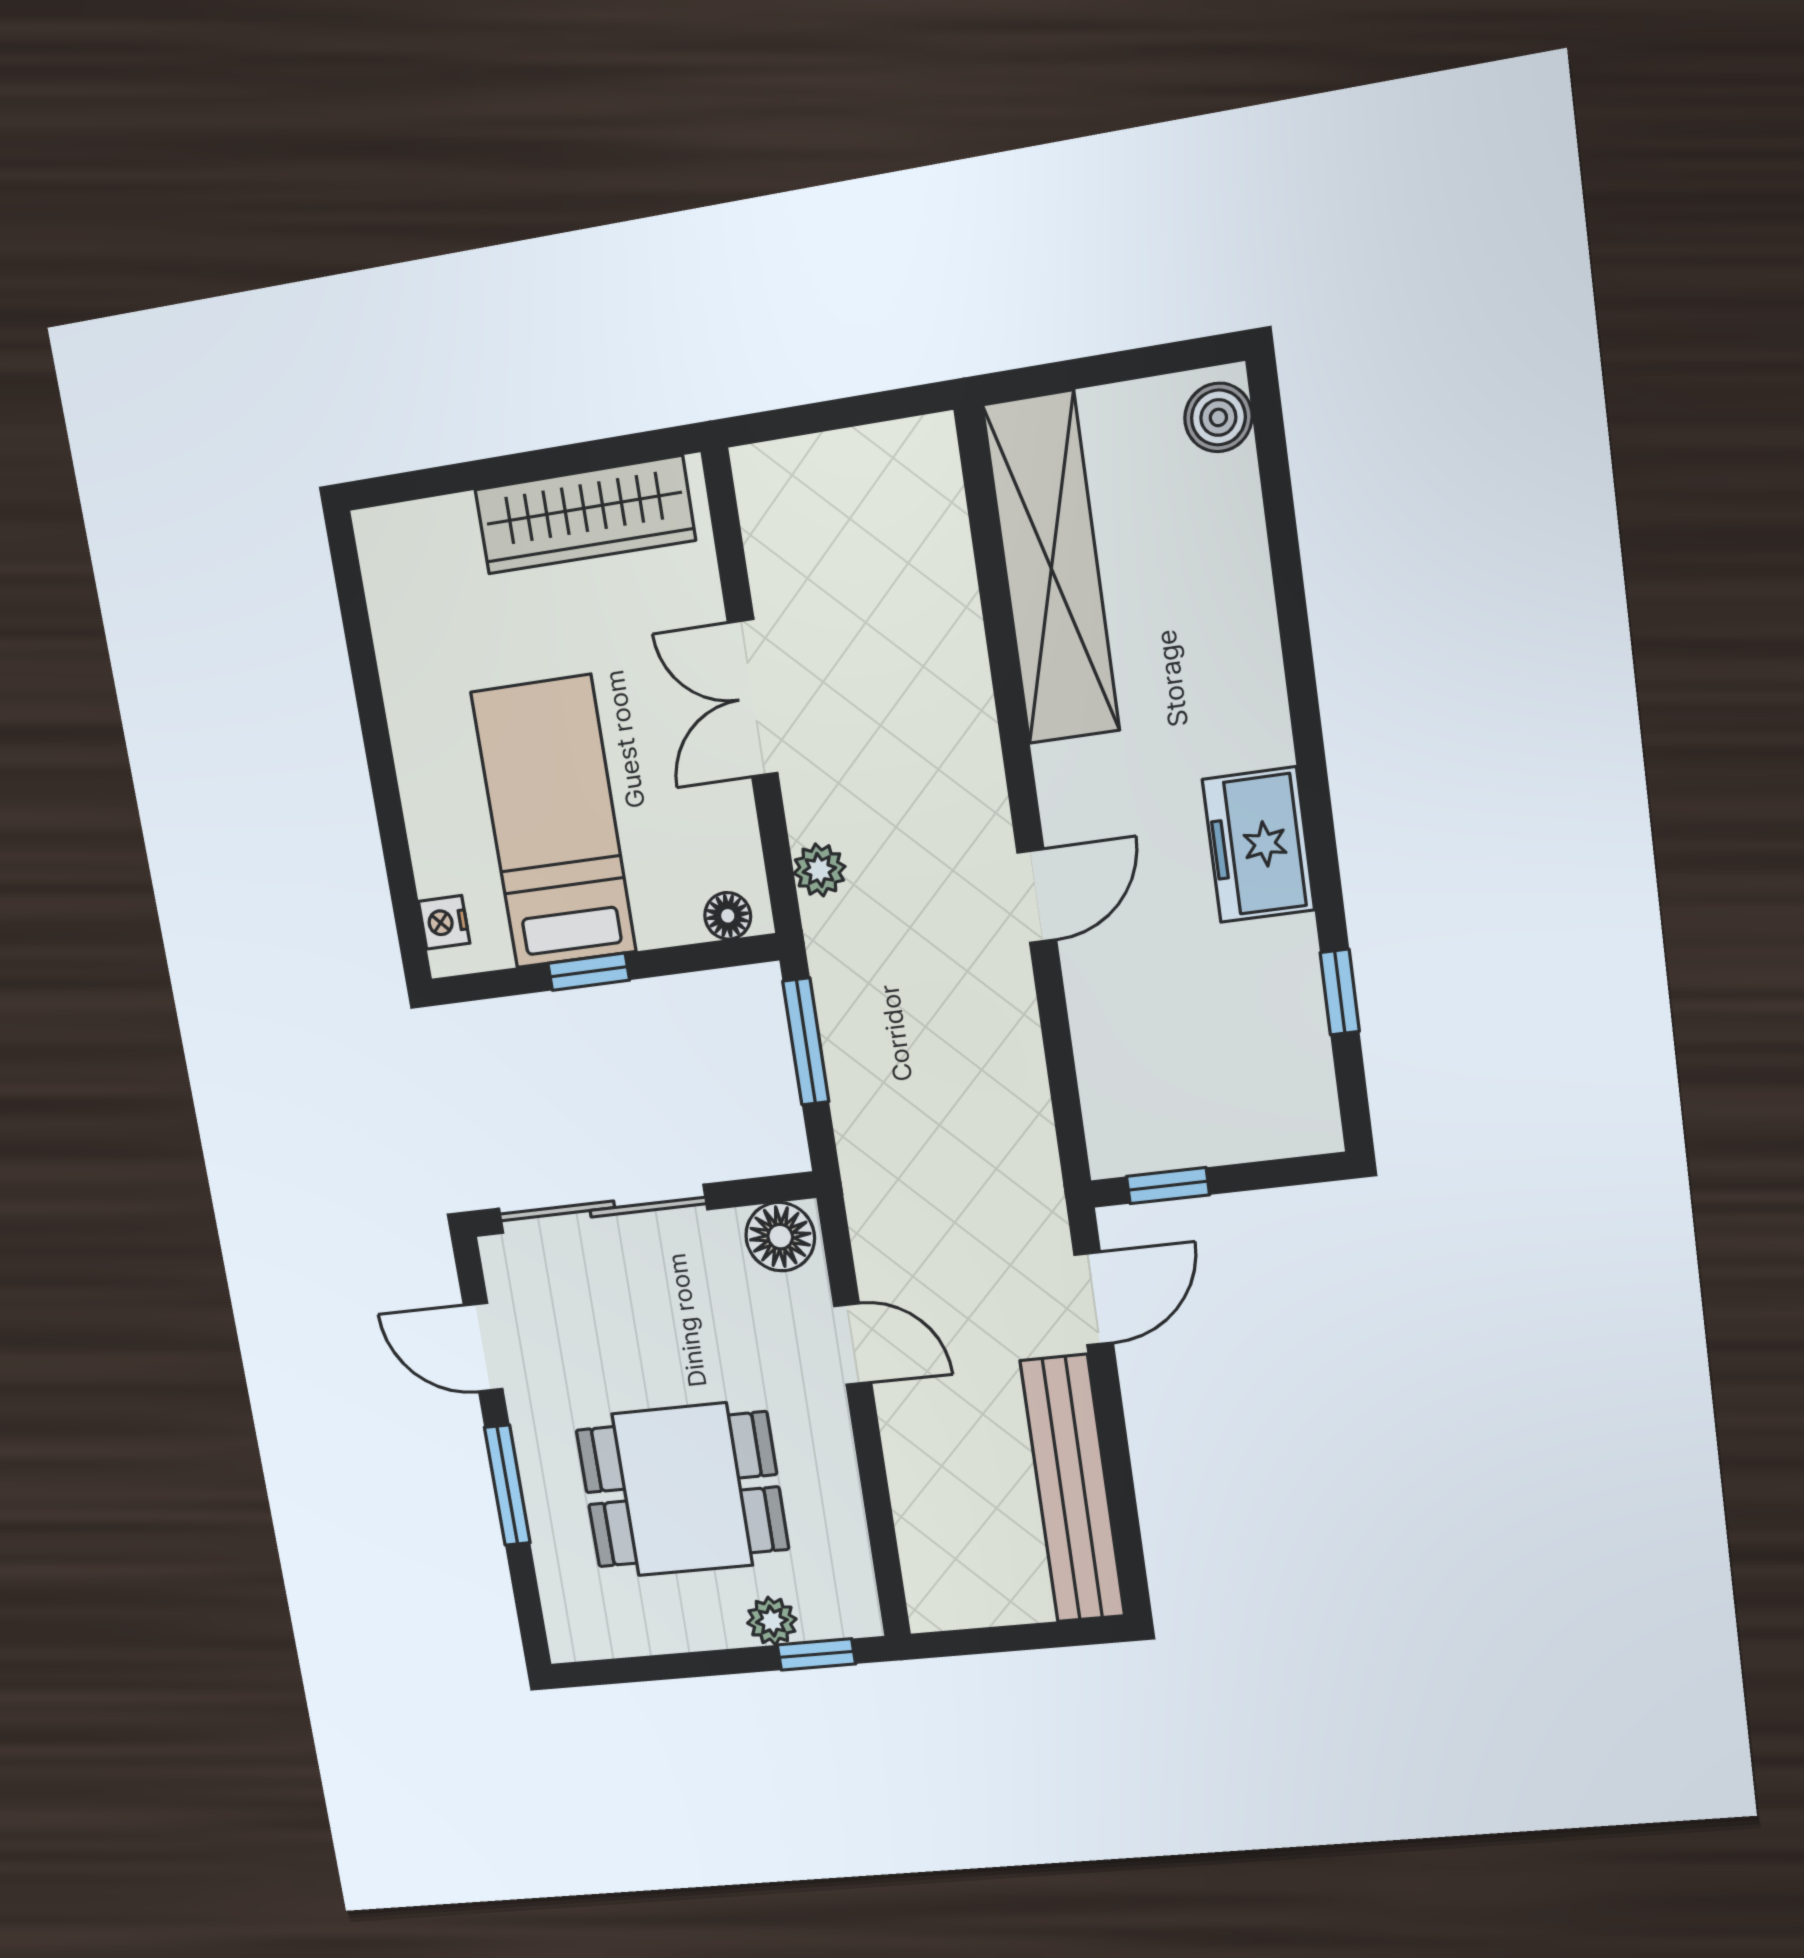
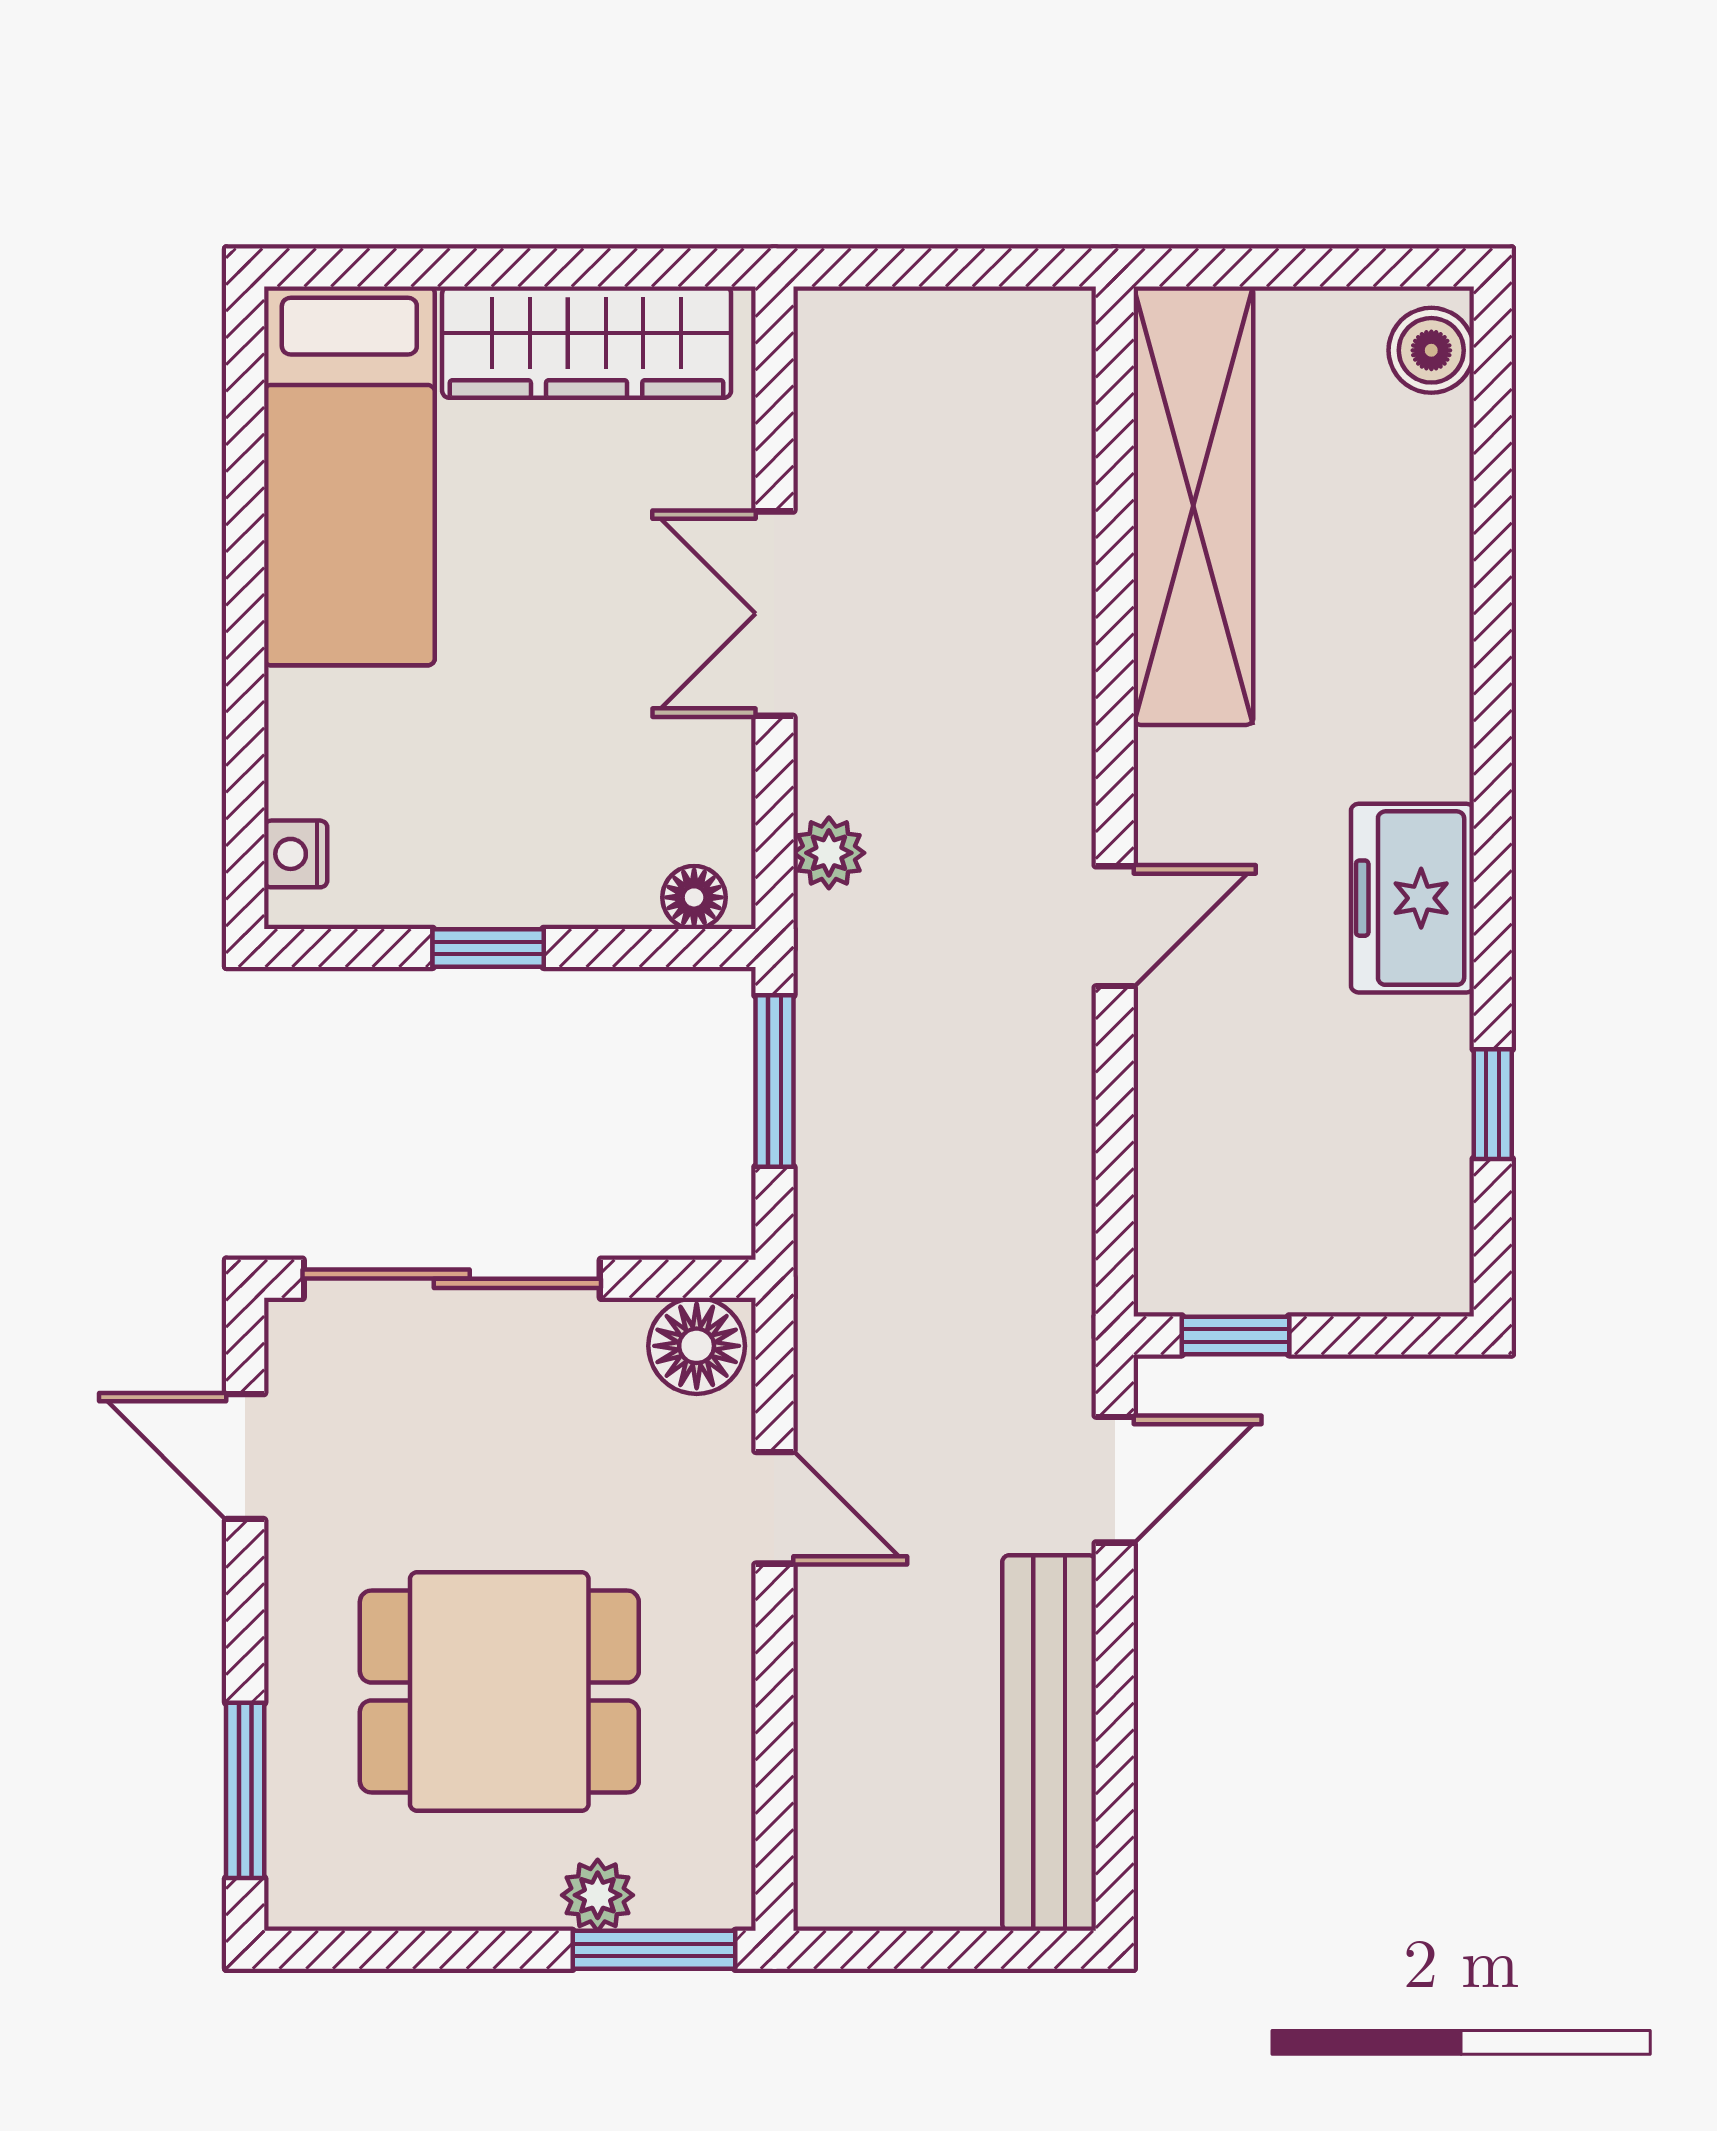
bed: (554, 822) -> (349, 476), moved, turned 180
window: (507, 1485) -> (245, 1790), moved
window: (816, 1654) -> (654, 1950), width x1.50

